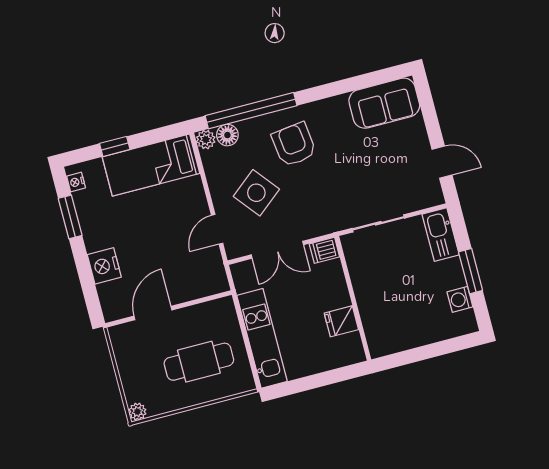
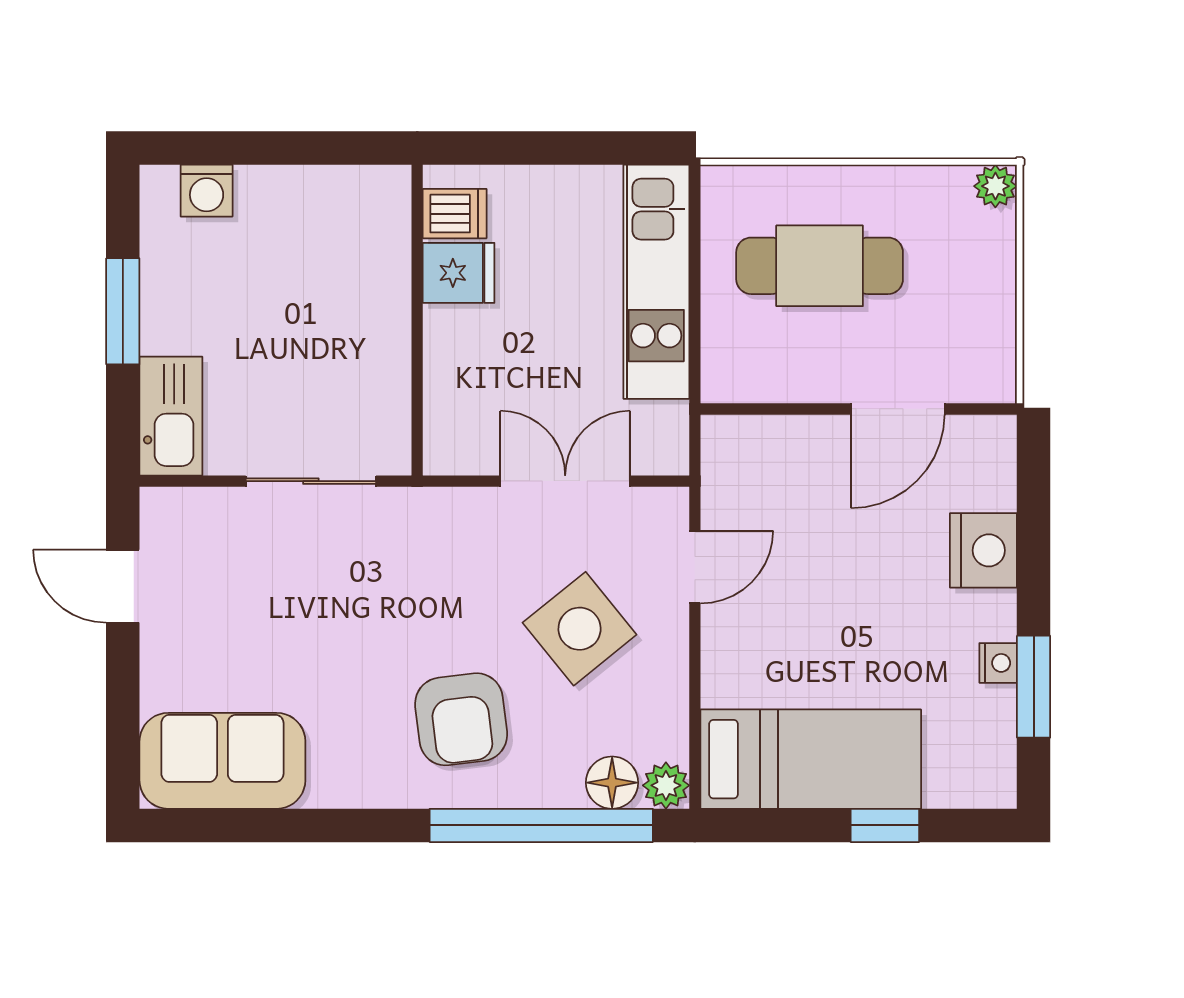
nightstand: (76, 182) -> (998, 663), moved
dishwasher: (324, 250) -> (455, 214), moved
washing machine: (460, 299) -> (207, 191), moved, turned 90

